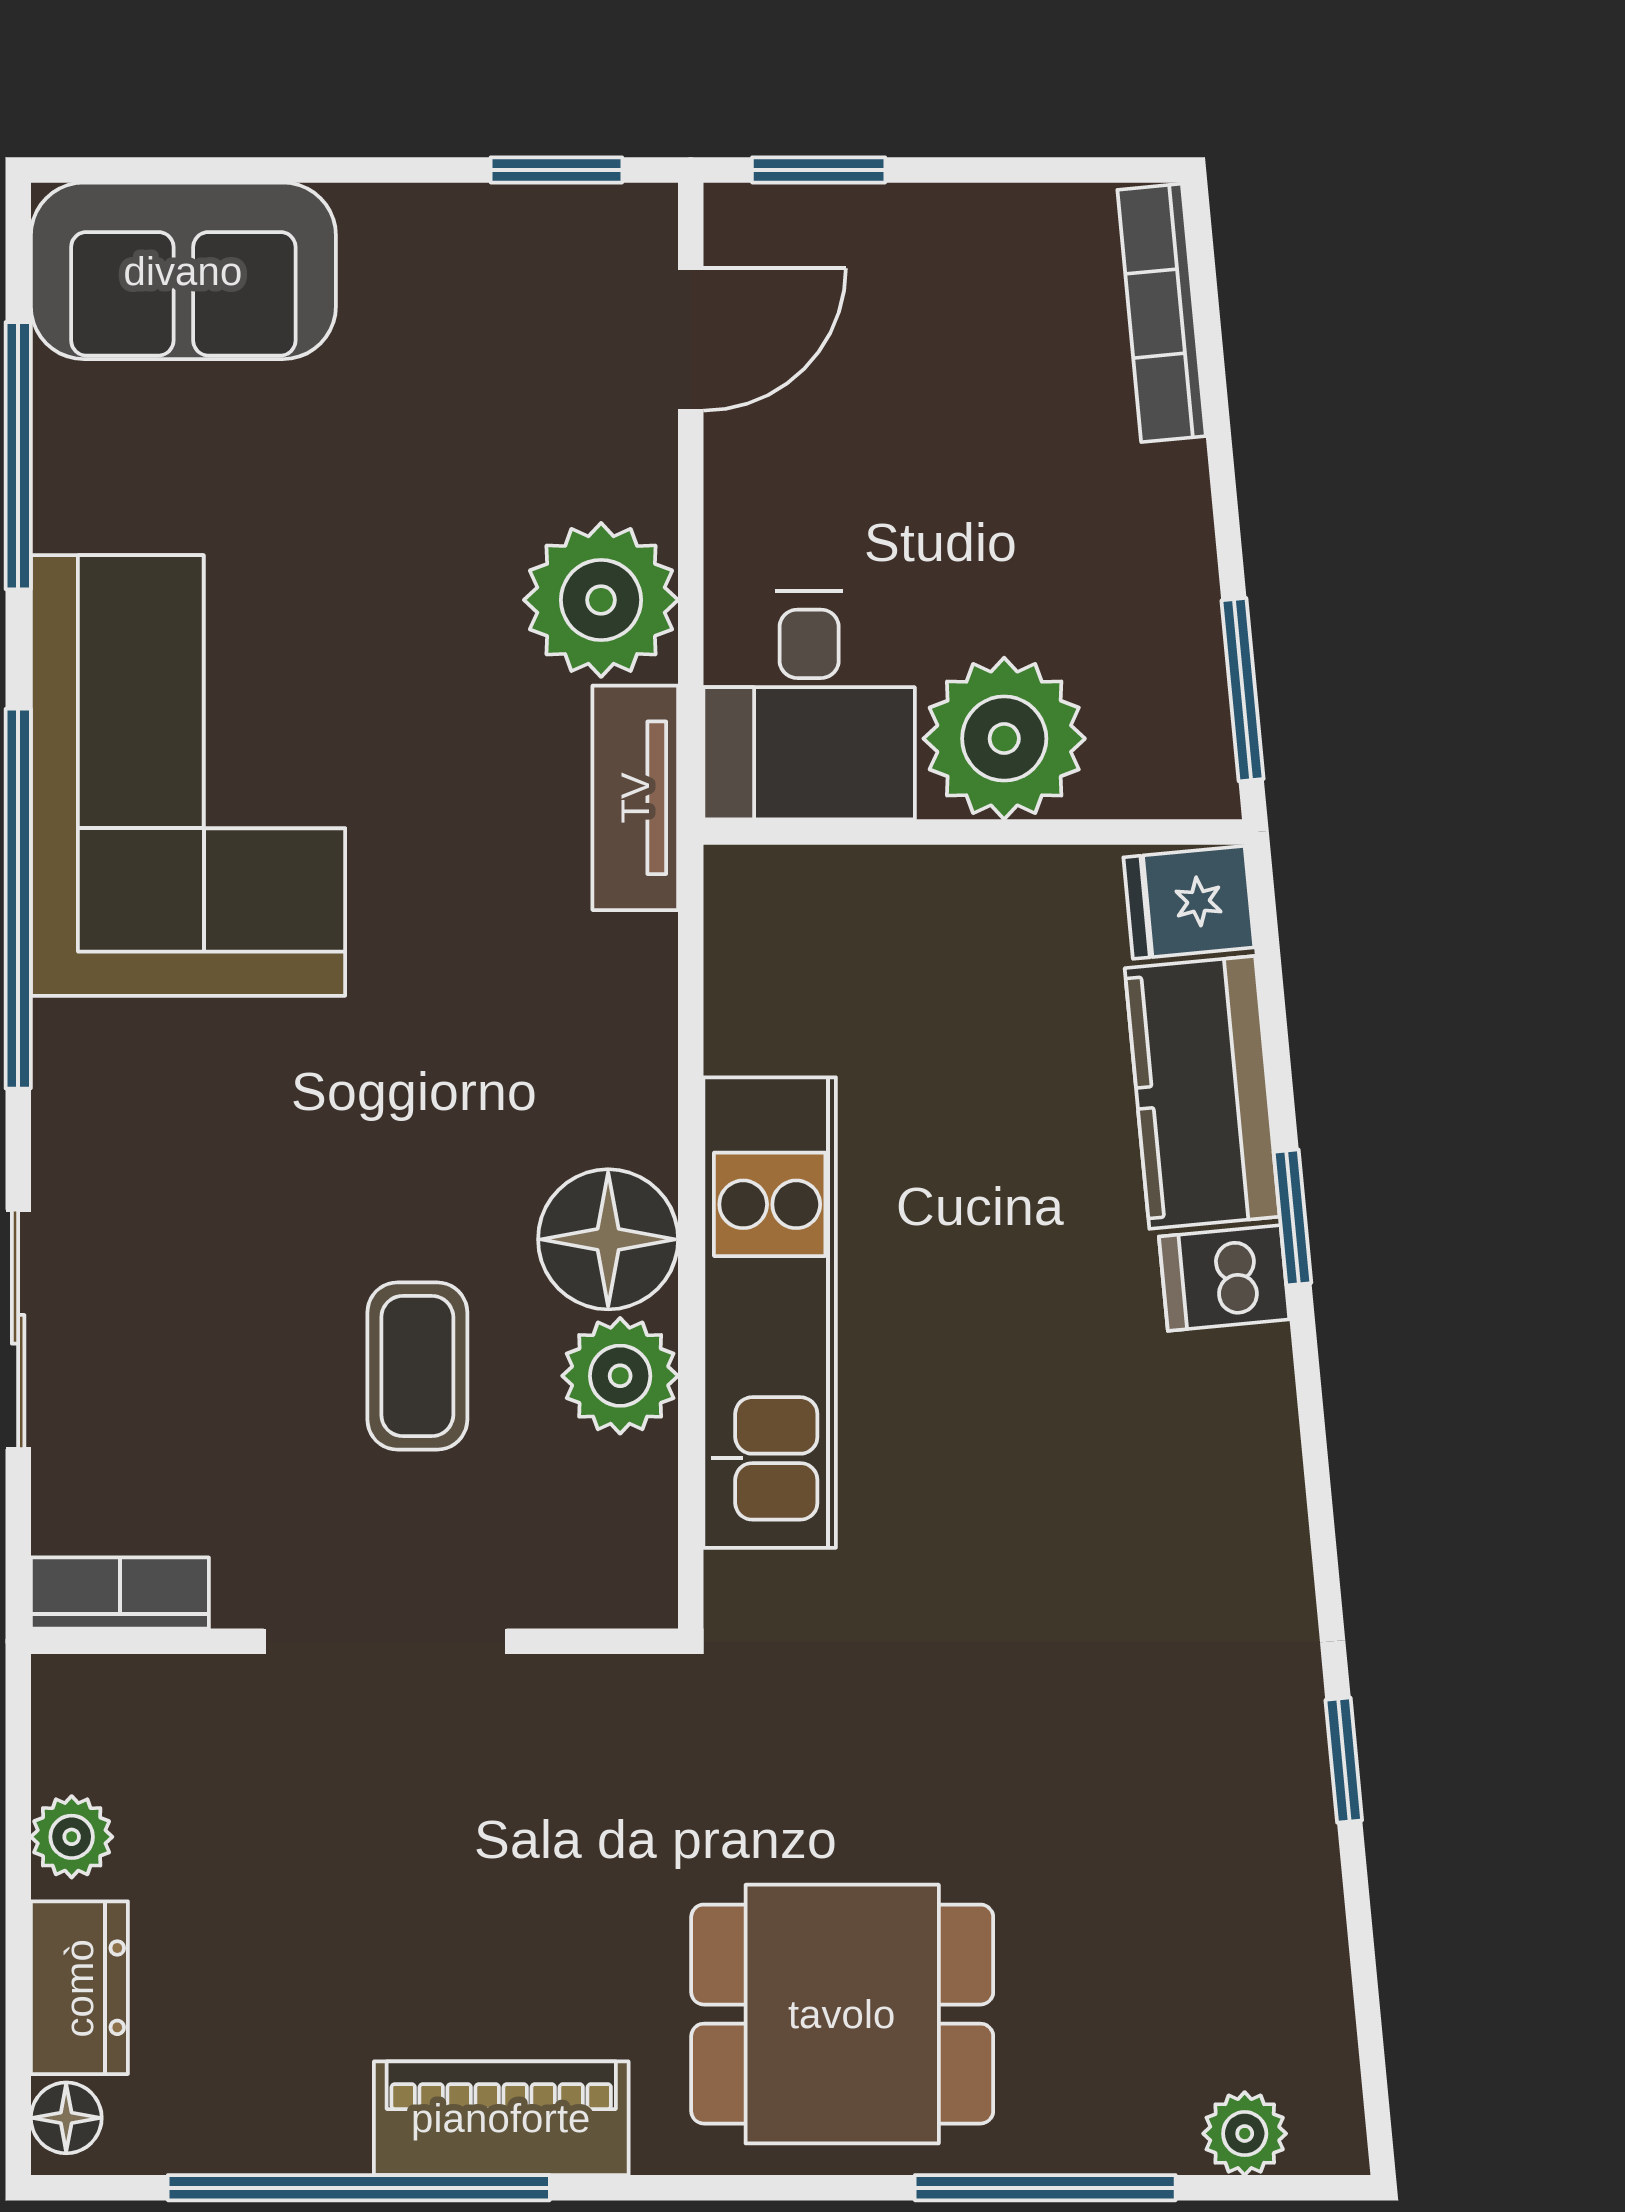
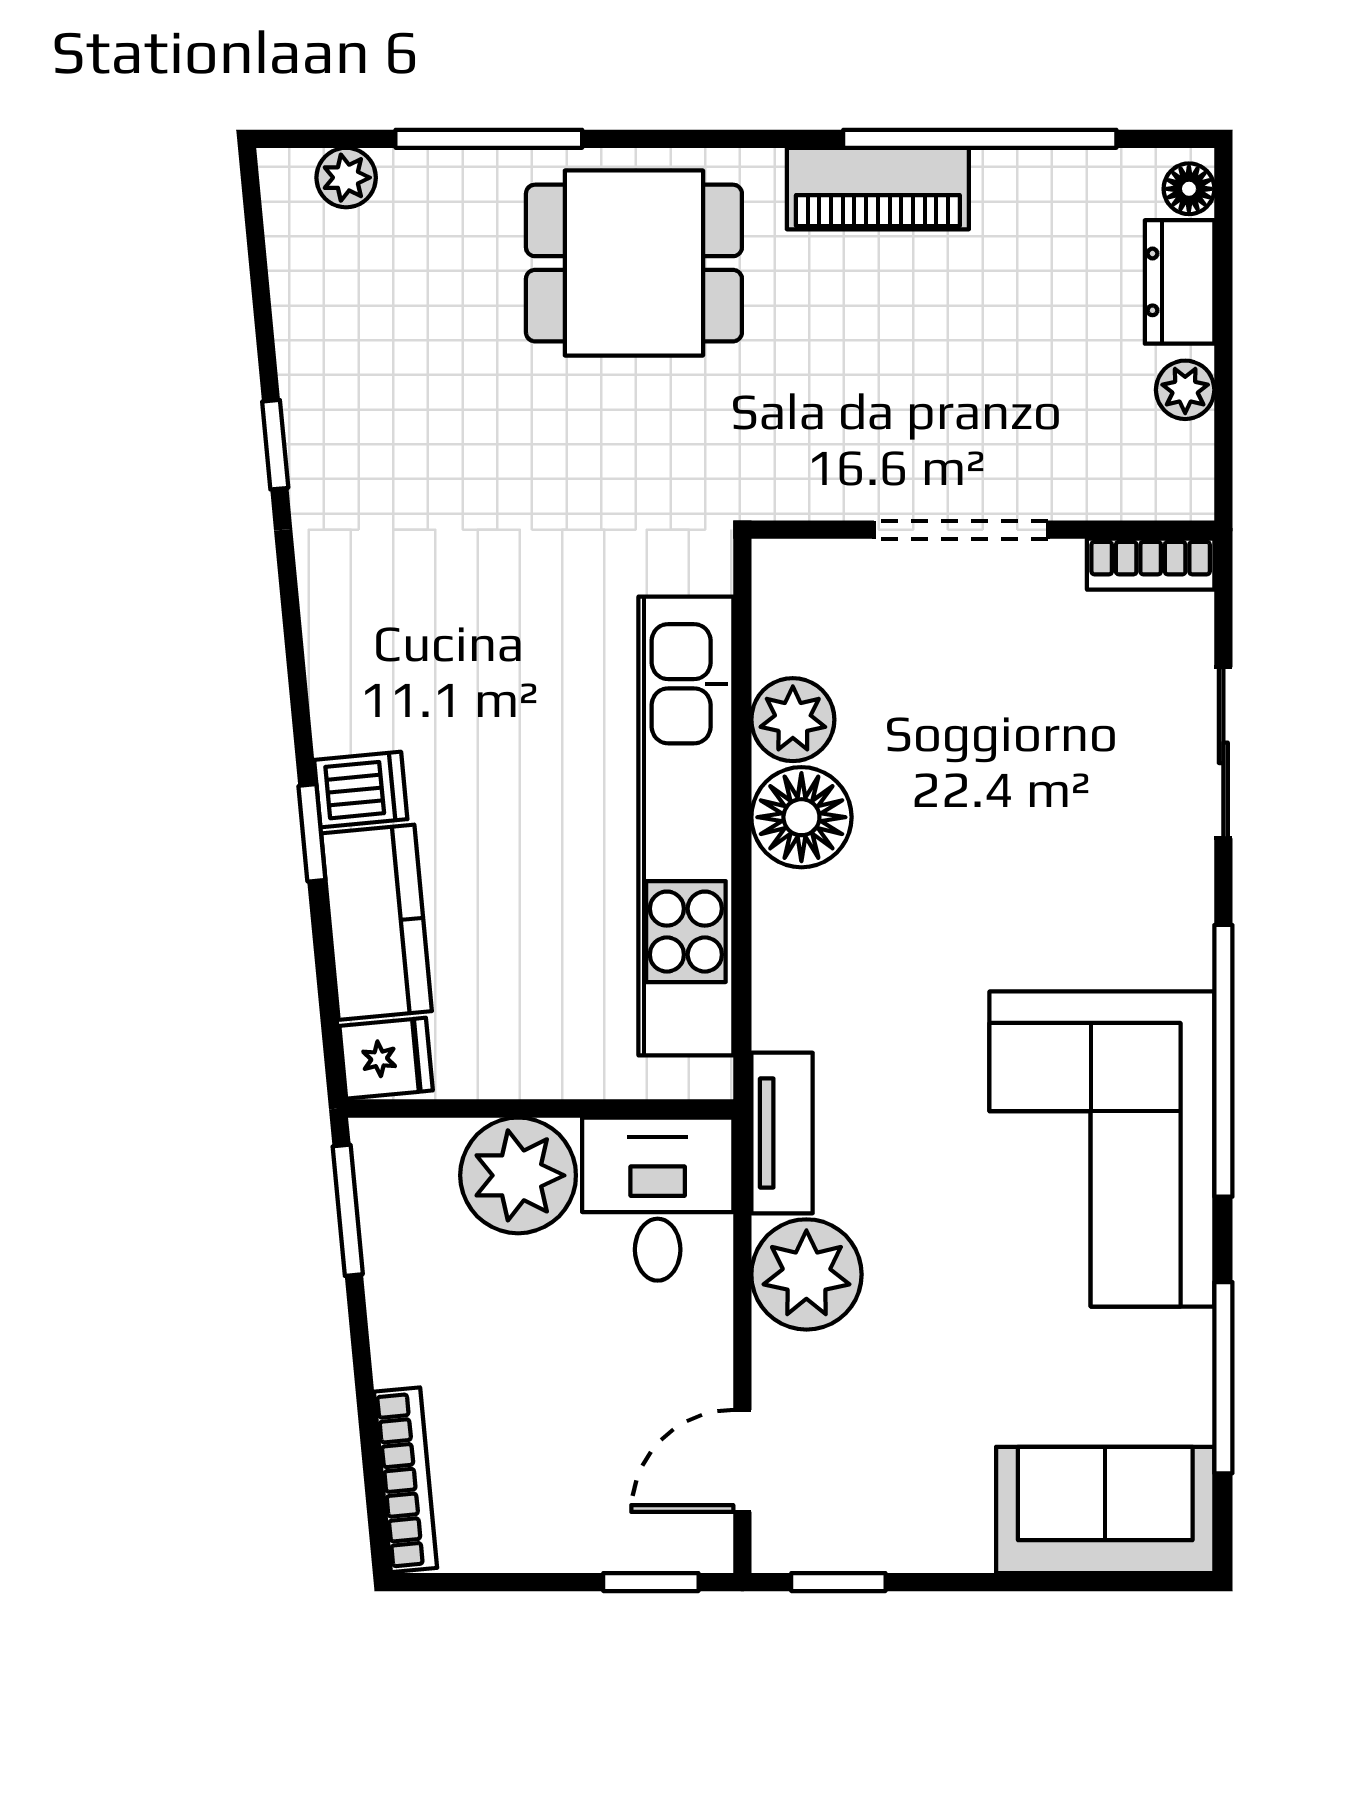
kitchen unit: (770, 1313) -> (686, 826), width x1.36
coffee table: (417, 1366) -> (938, 727), removed

